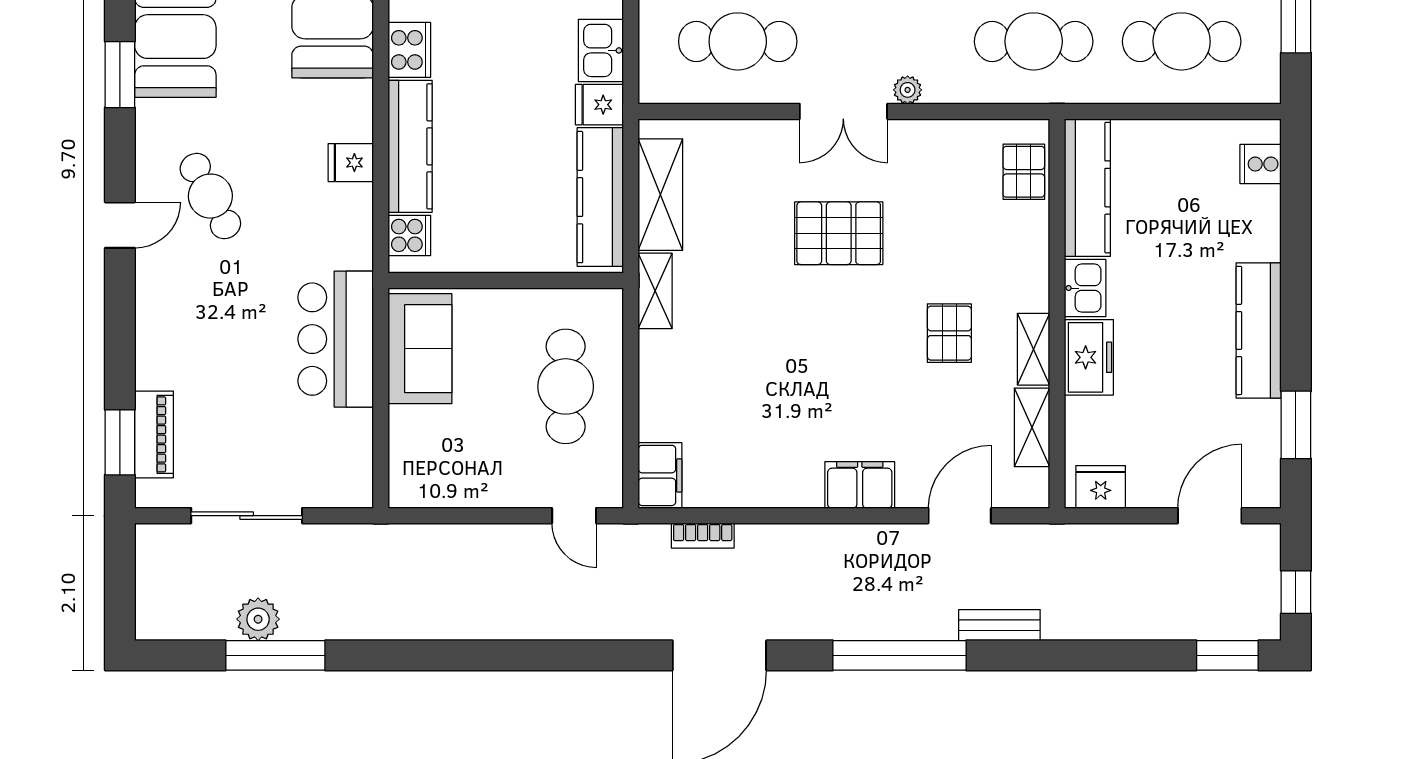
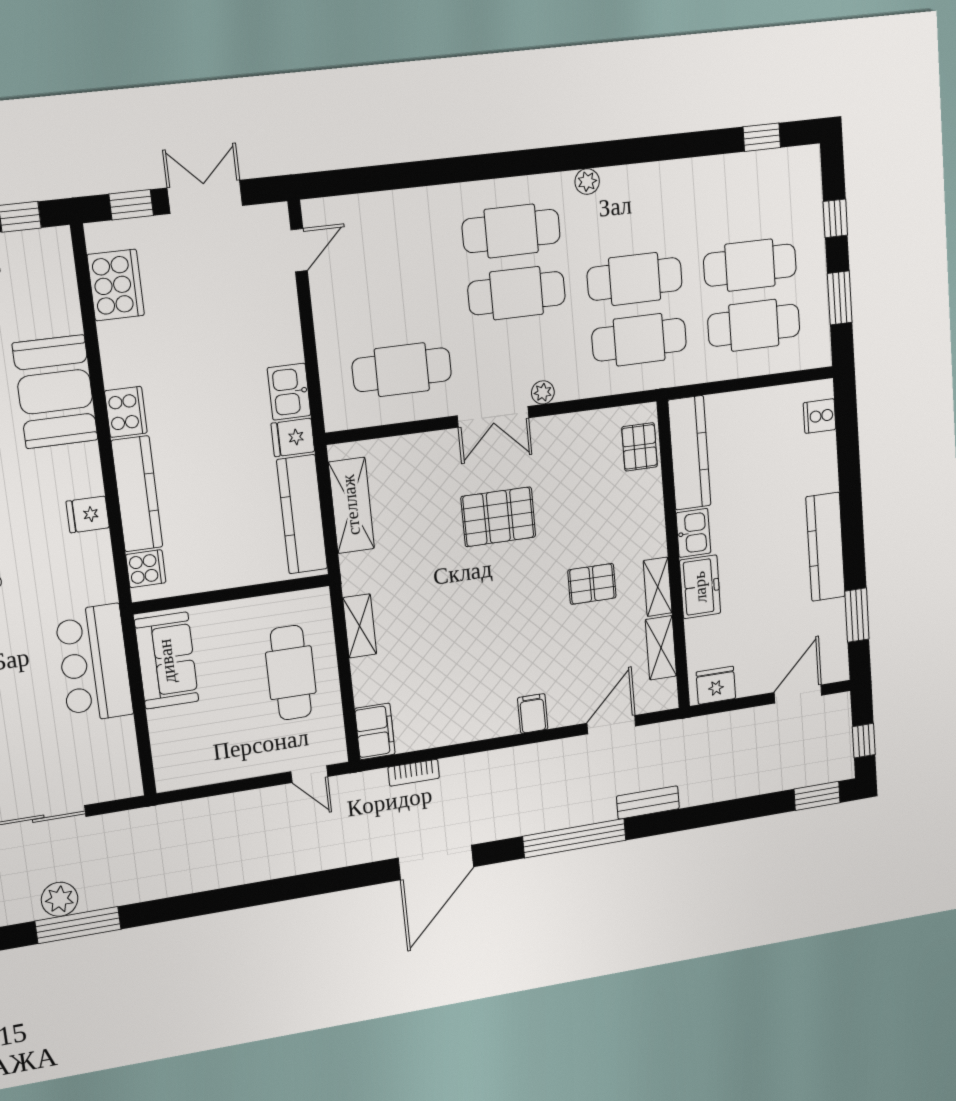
shelving: (655, 291) -> (360, 626), moved
pallet: (949, 333) -> (592, 584), turned 90
filing cabinet: (860, 485) -> (533, 713), width x0.50

